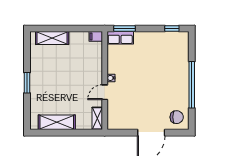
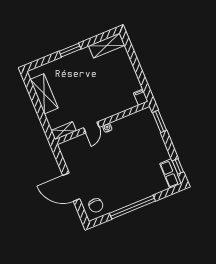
shelving: (52, 38) -> (107, 46), moved, turned 90
row of seats: (120, 38) -> (171, 173), moved
door: (105, 92) -> (91, 127), swing flipped

